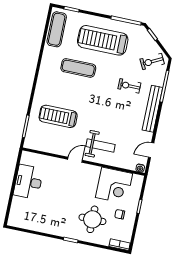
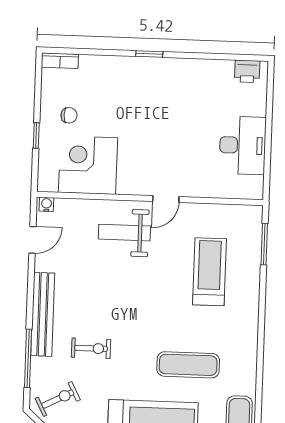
treadmill: (58, 116) -> (209, 272), turned -90
round table: (92, 219) -> (116, 98), removed
printer: (19, 222) -> (247, 71), added

